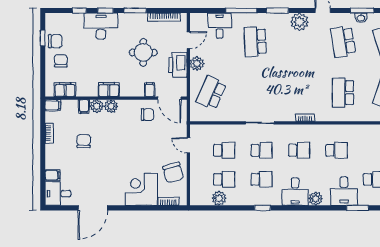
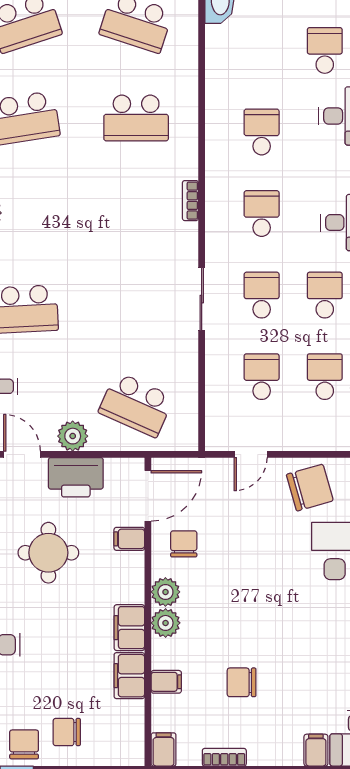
filing cabinet: (65, 90) -> (129, 676), moved
plant: (97, 106) -> (165, 592), moved

